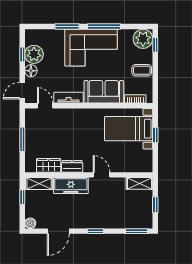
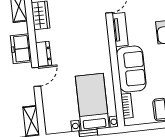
dresser: (72, 166) -> (44, 54), moved
freezer: (71, 185) -> (21, 49), width x0.71

